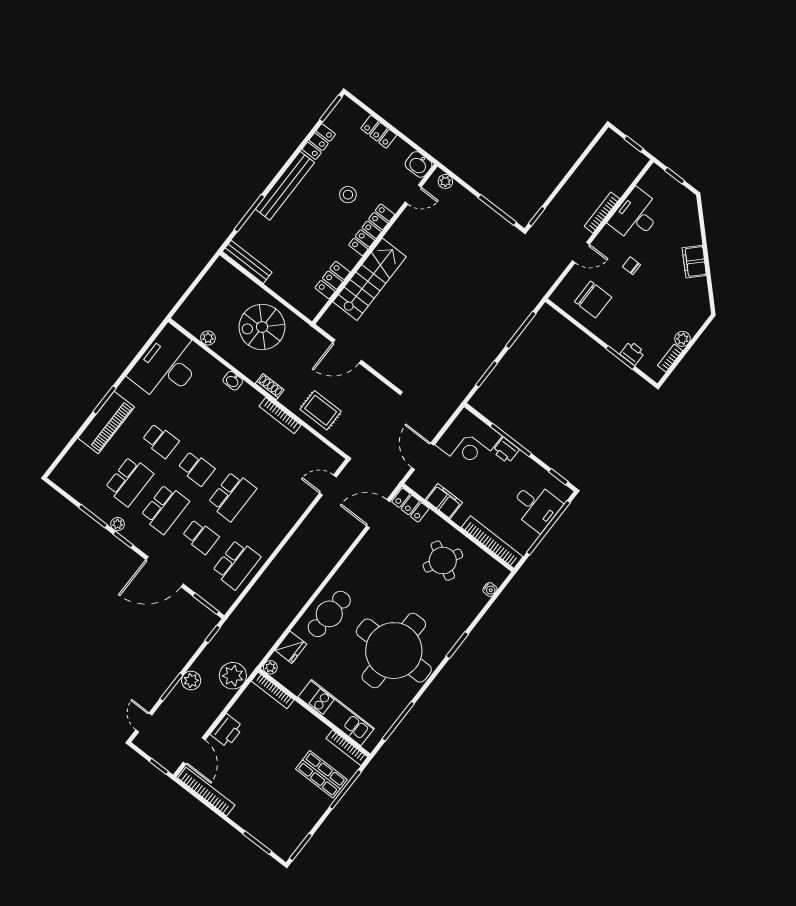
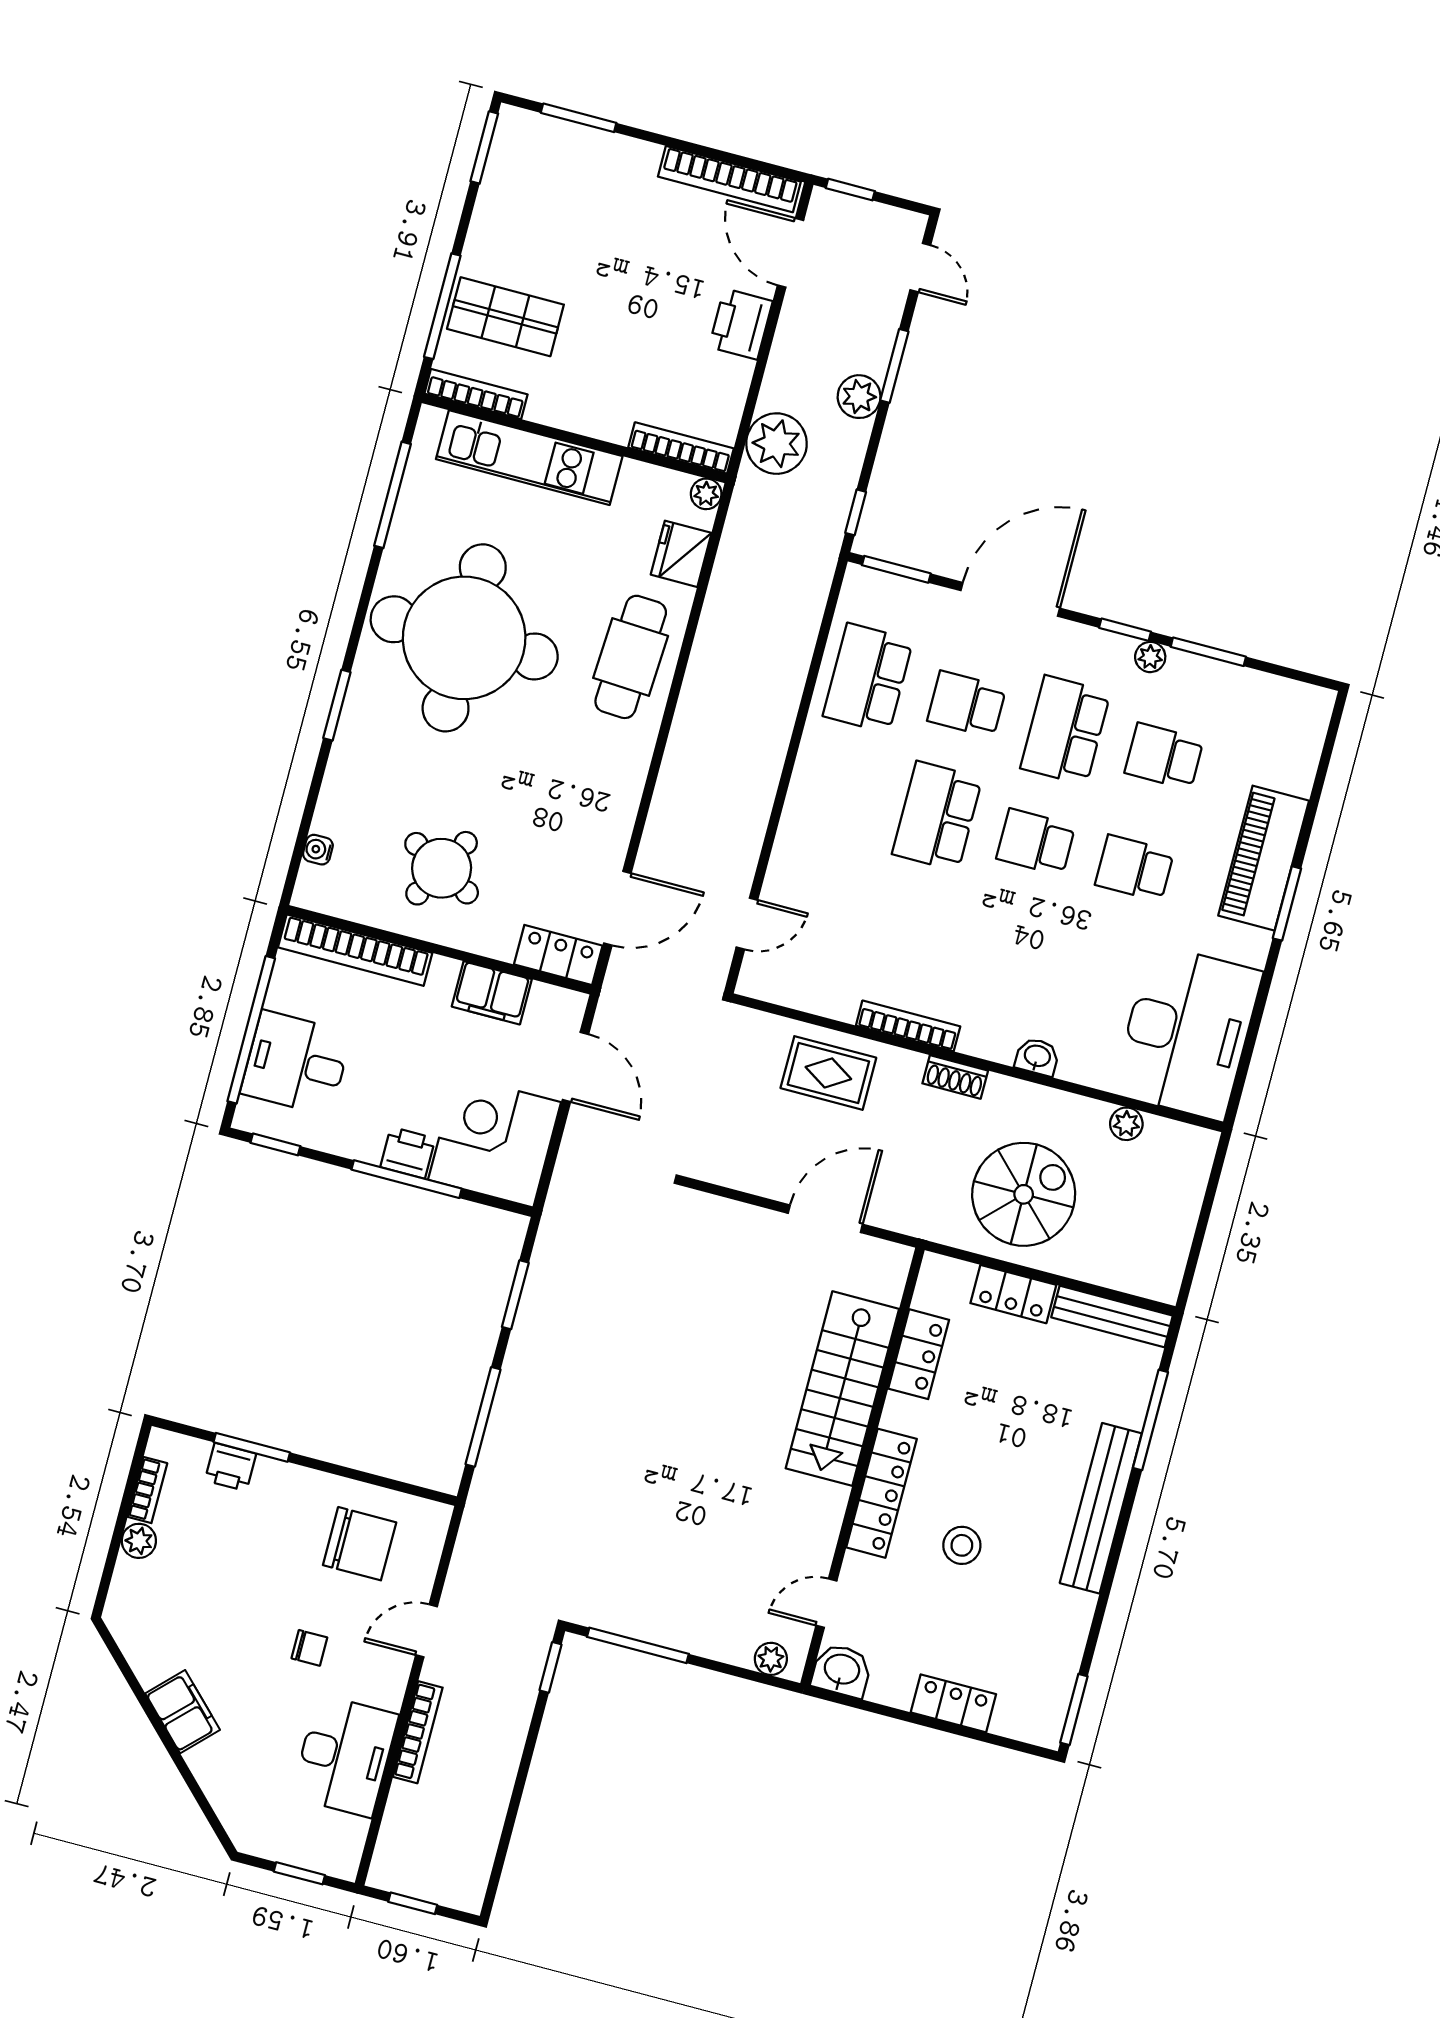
locker: (319, 142) -> (1013, 1294), moved, turned -90
chair: (593, 299) -> (360, 1544), turned 180
school desk: (129, 481) -> (1164, 756), width x0.54

